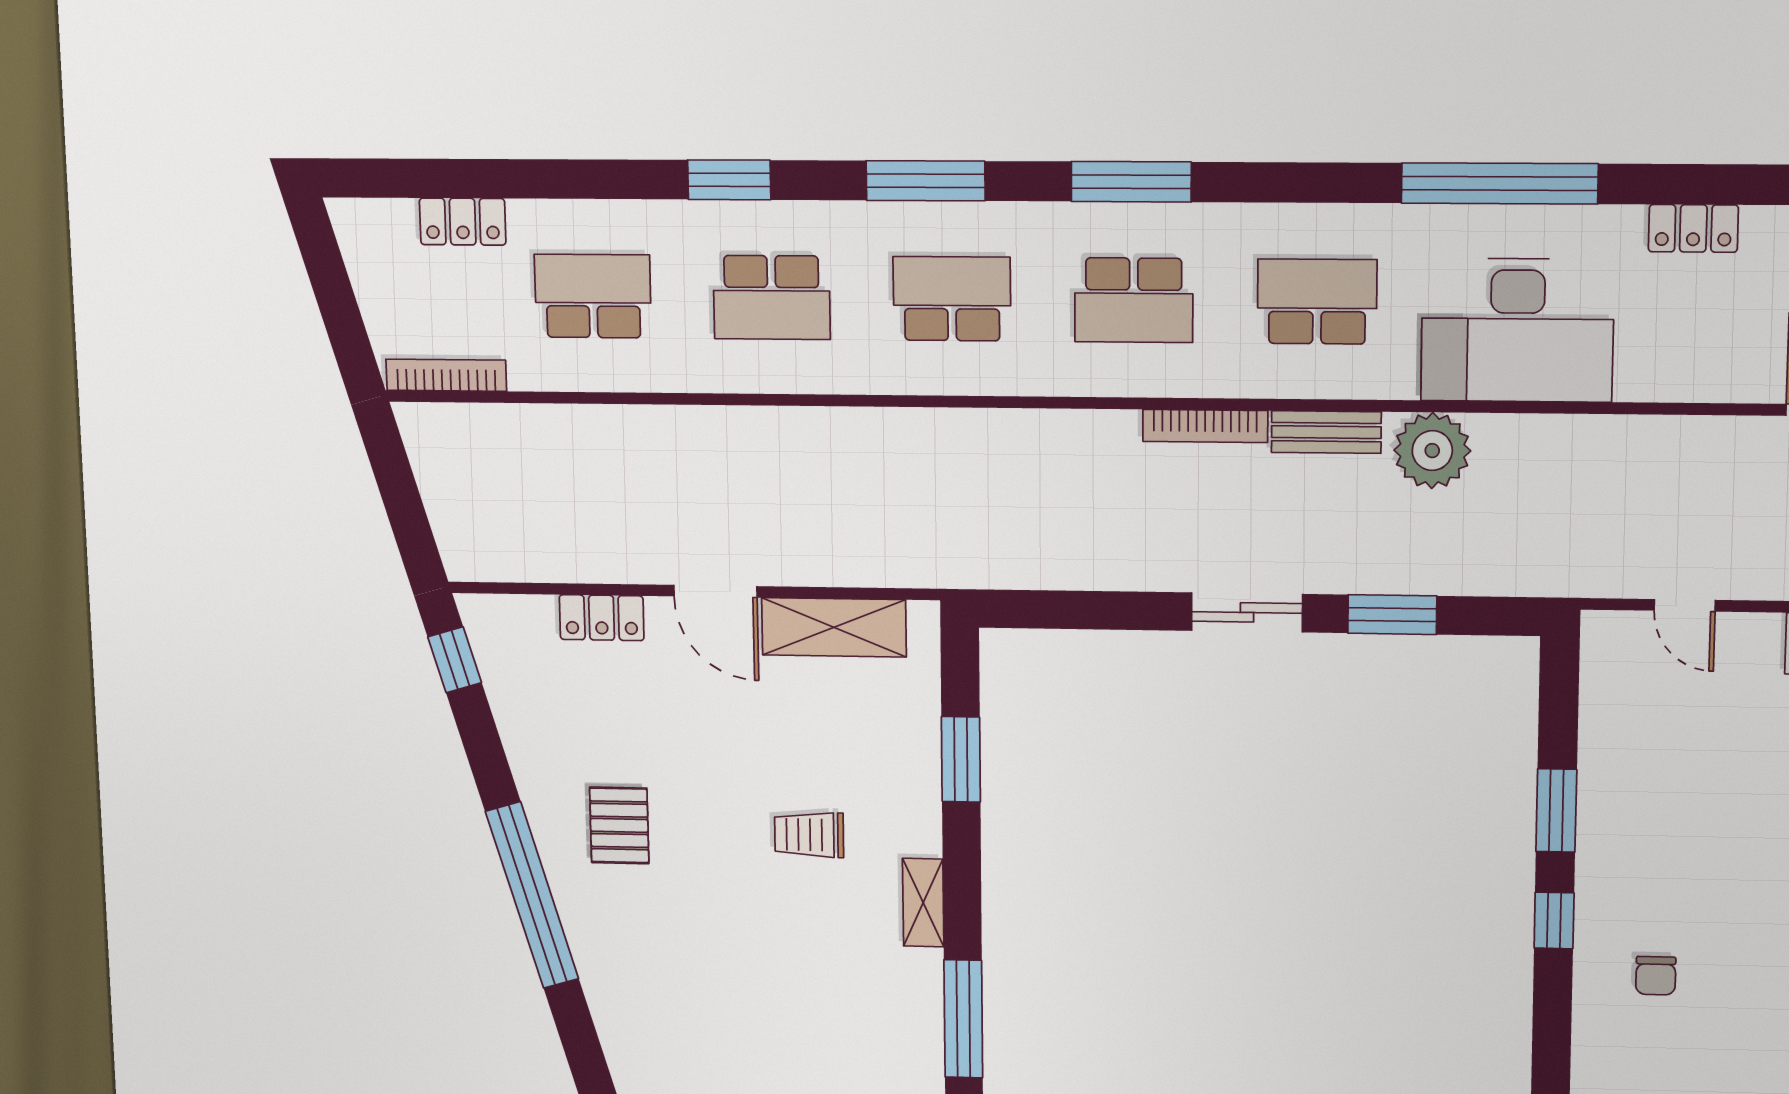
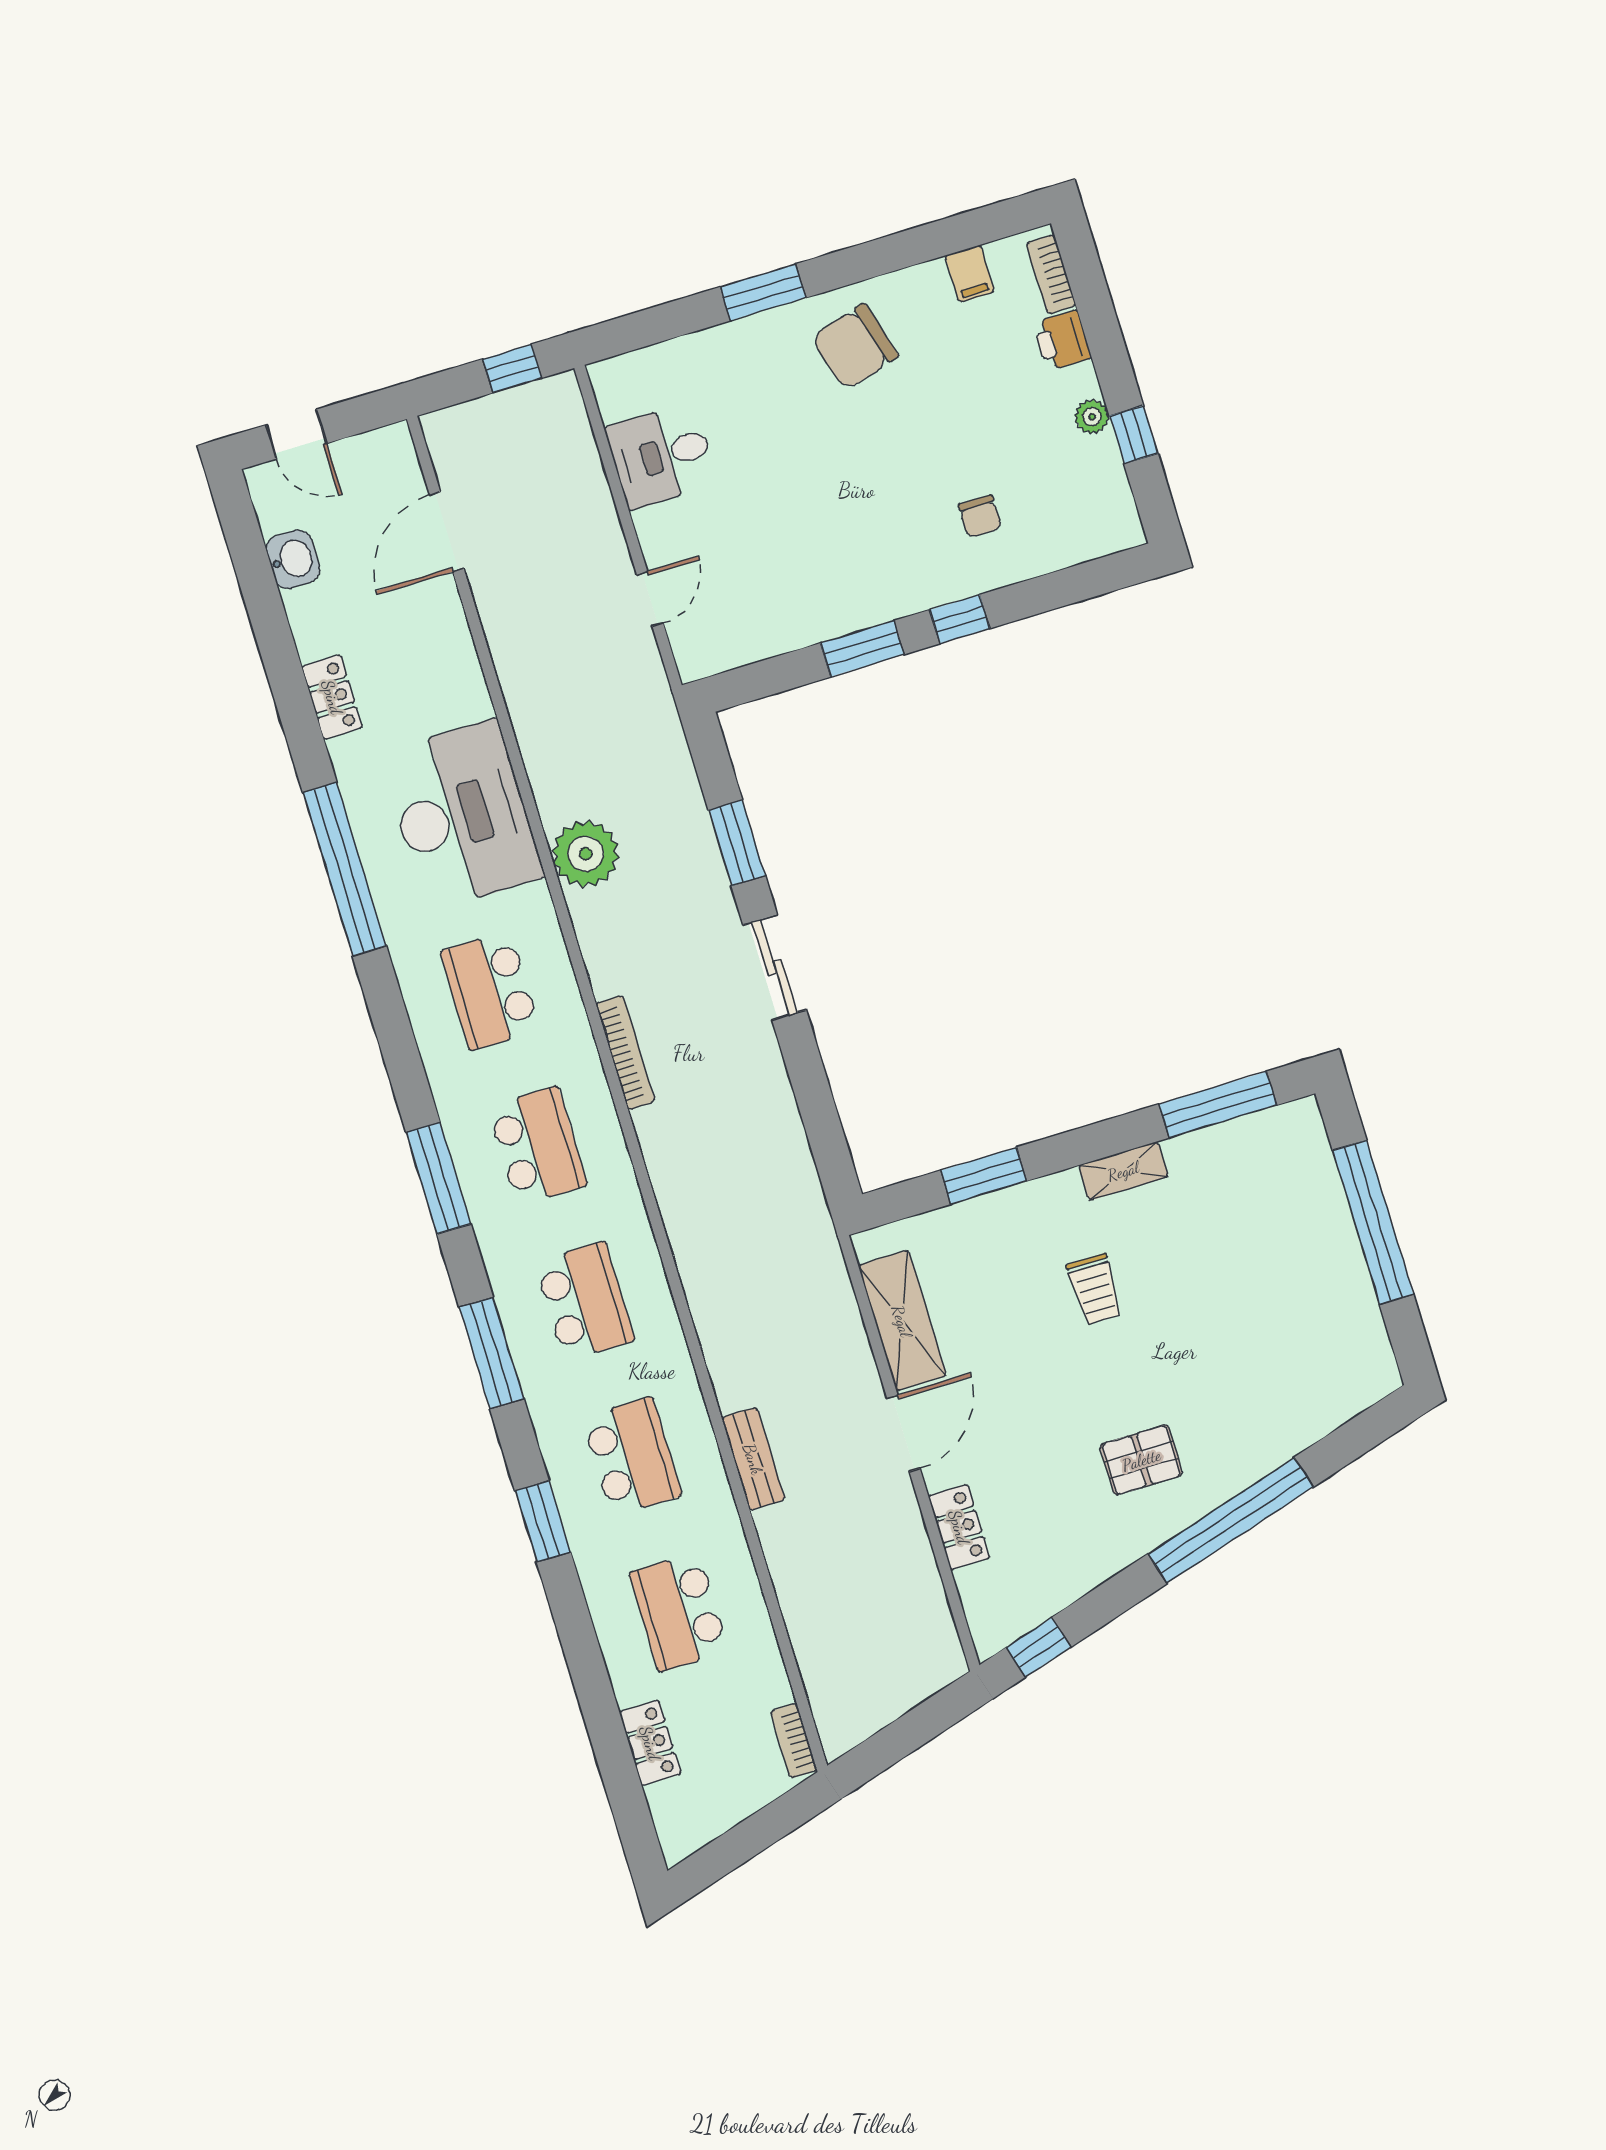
school desk: (952, 299) -> (585, 1301), turned 180
bookcase: (446, 375) -> (794, 1741), width x0.64
bench: (1326, 432) -> (753, 1459), moved
chair: (1656, 976) -> (980, 516), turned 90

